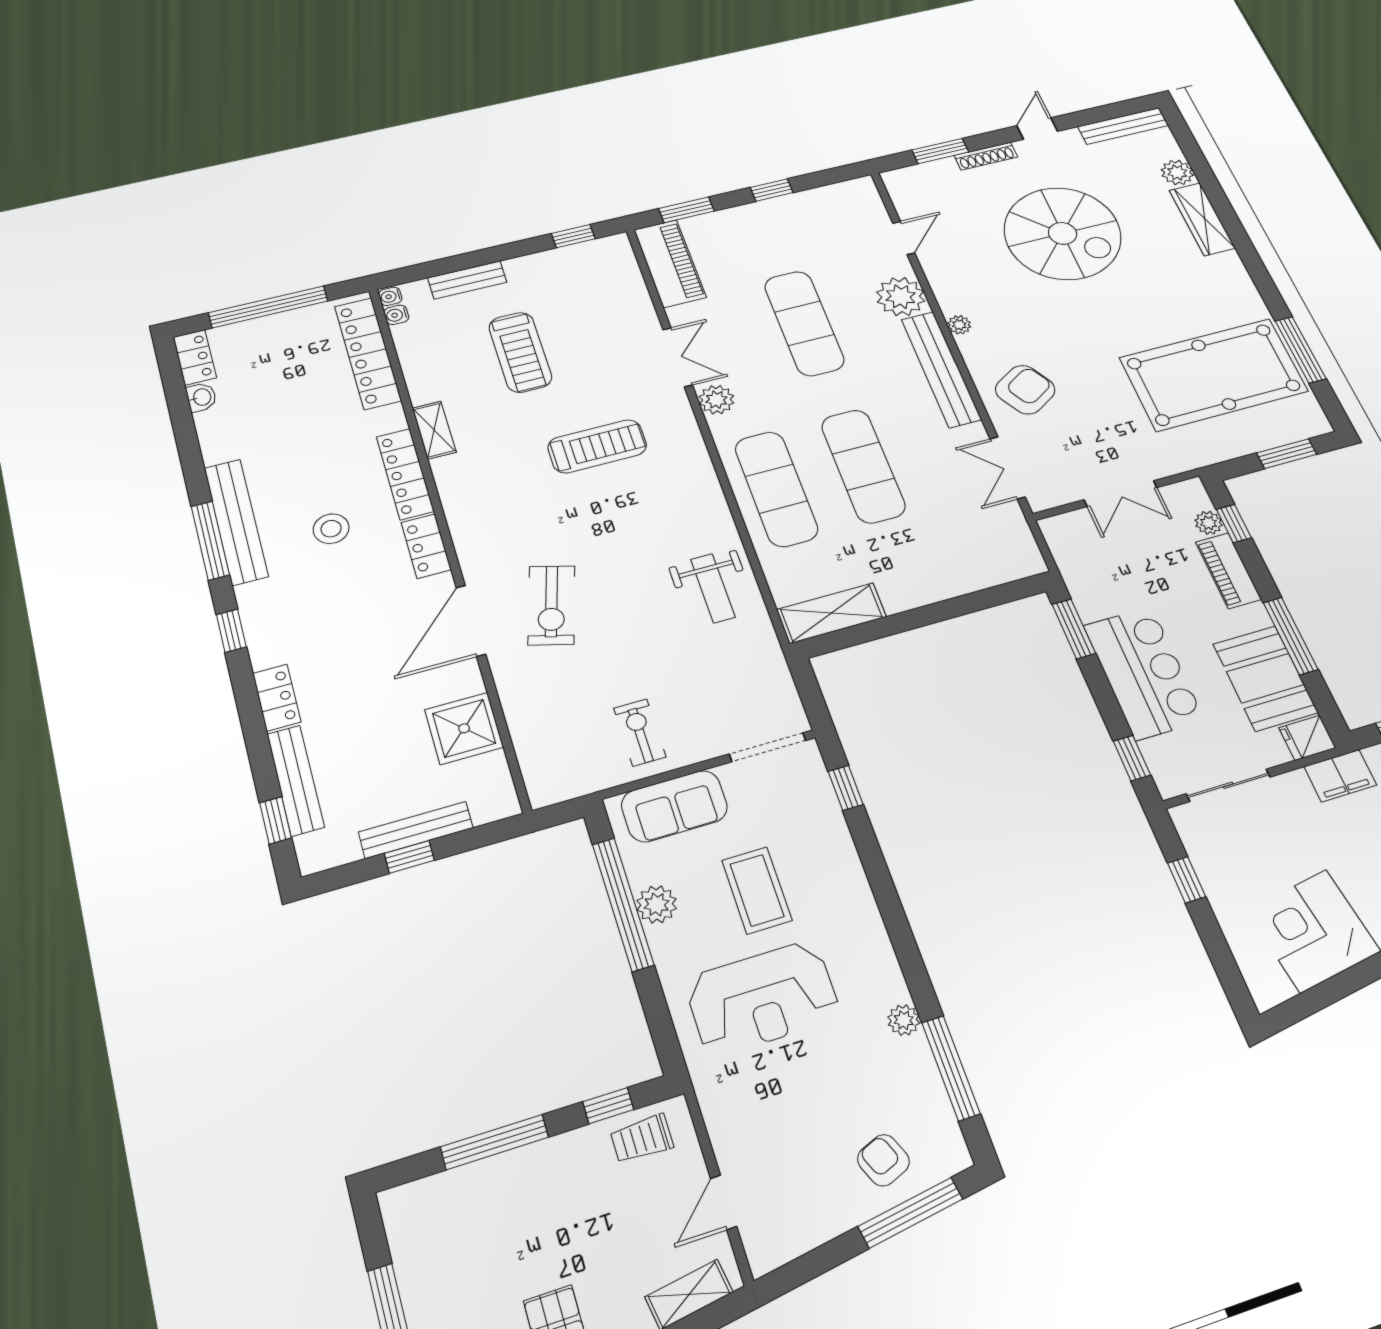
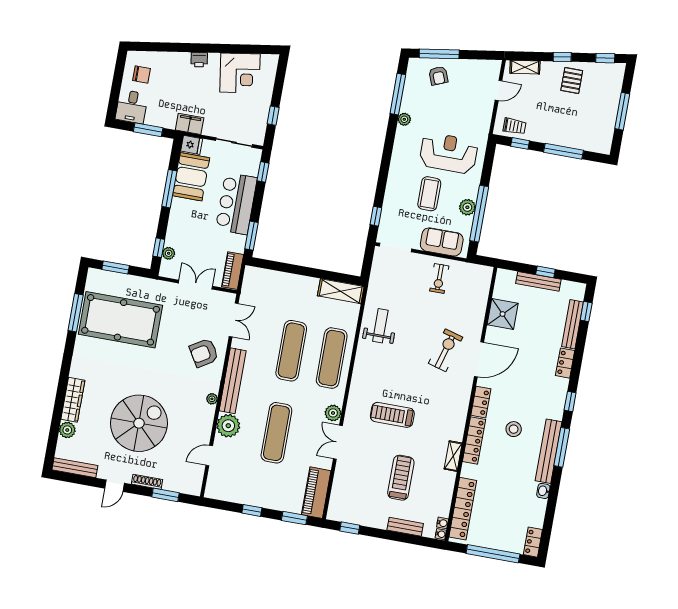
spiral stairs: (1063, 233) -> (139, 423), turned 90
washbasin: (201, 397) -> (543, 491), moved
piano: (1228, 571) -> (233, 271), moved, turned 180

